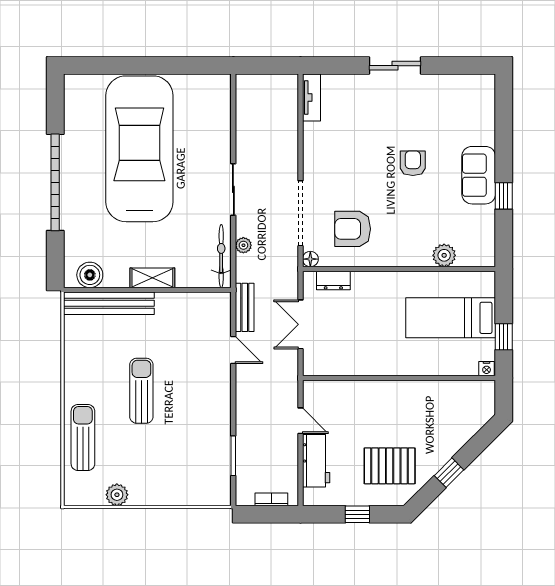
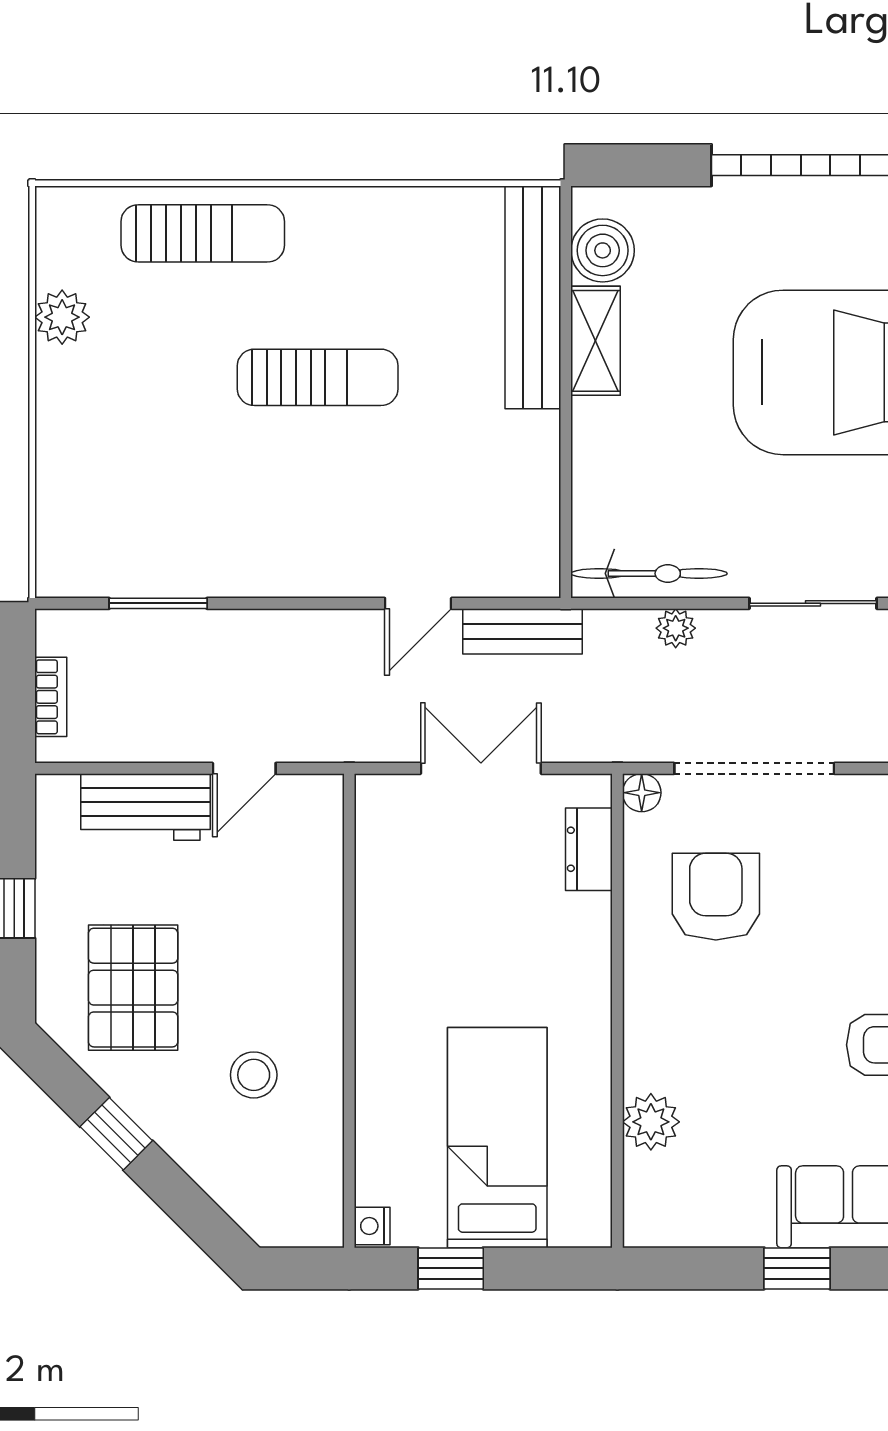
shelving: (152, 278) -> (596, 341), moved
stool: (425, 417) -> (254, 1075), added

